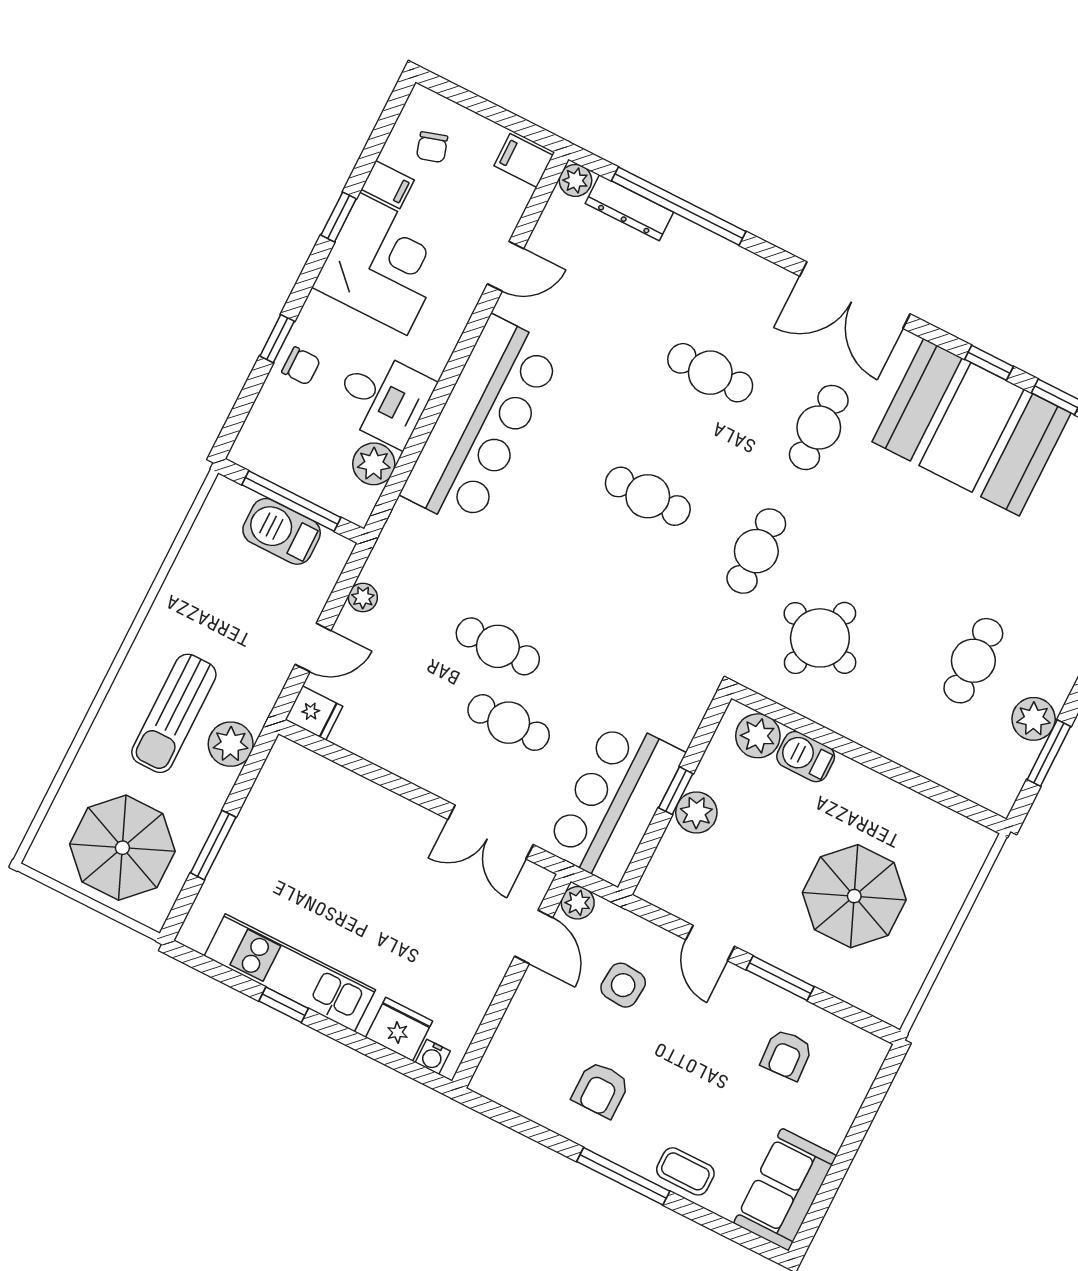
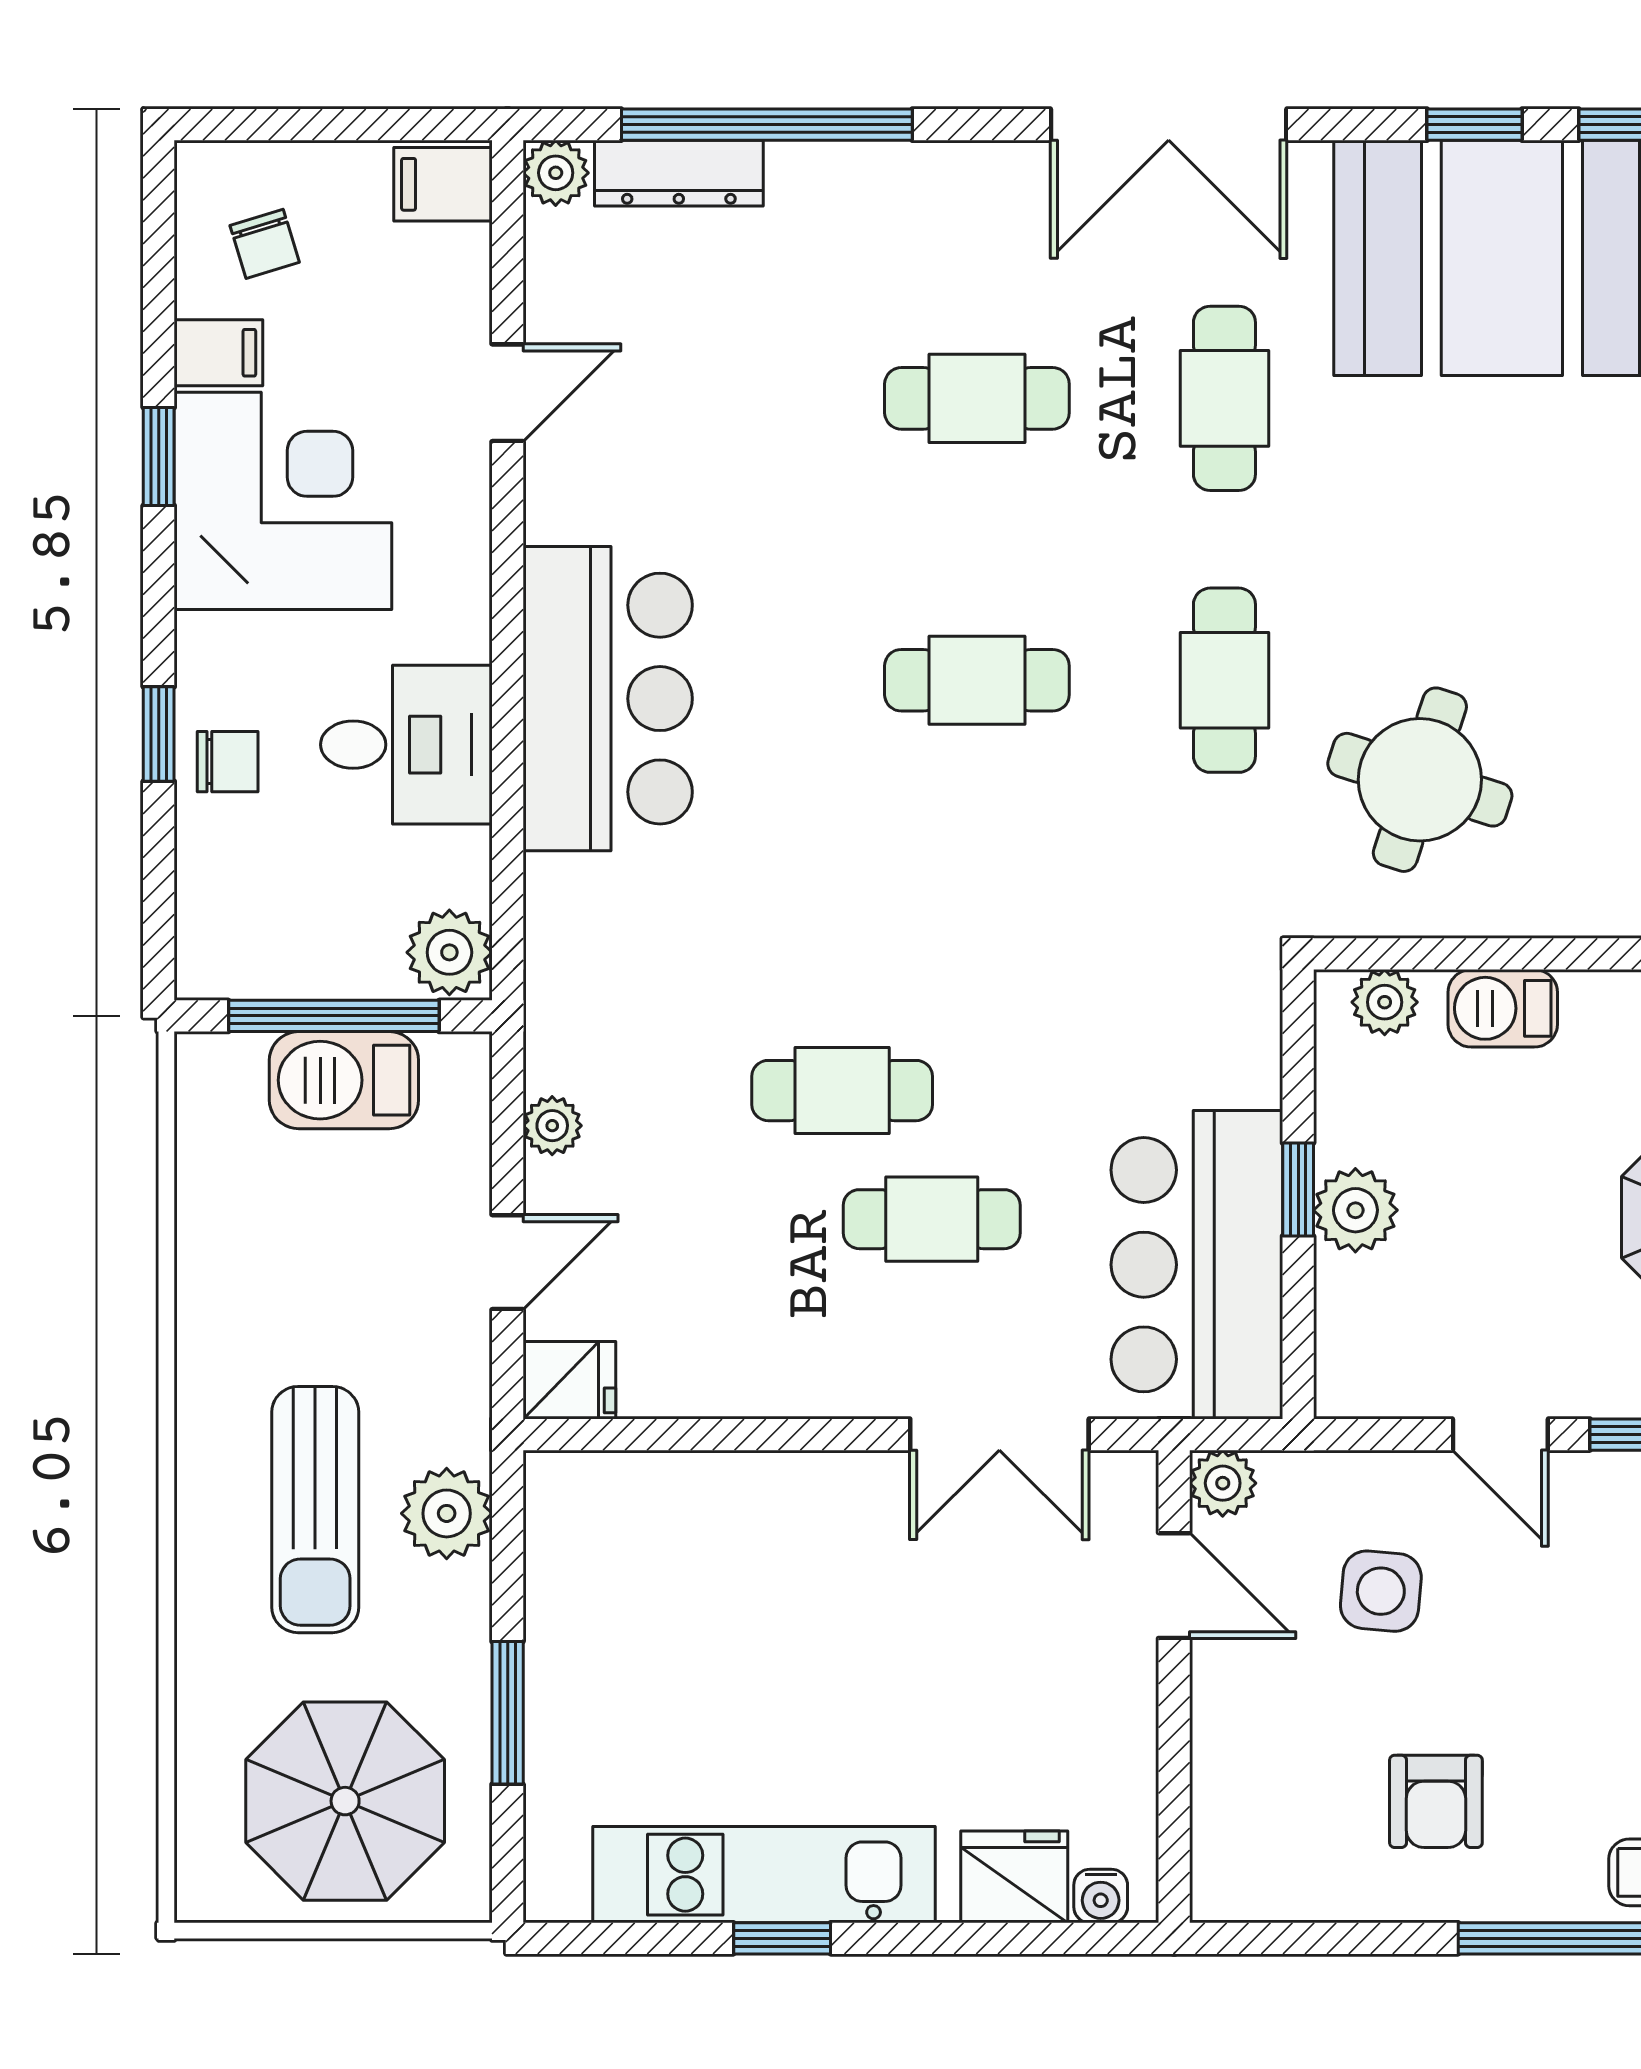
bar counter: (482, 422) -> (608, 699), width x0.73
plant: (374, 464) -> (449, 952), moved
plant: (758, 736) -> (1385, 1002), width x0.73, depth x0.73

